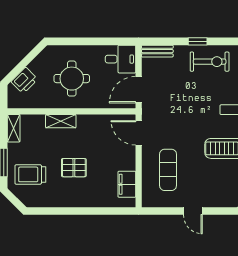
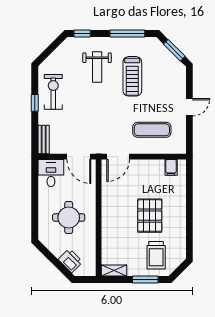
shelving: (61, 121) -> (108, 227), removed
pallet: (74, 168) -> (150, 216), width x1.50, depth x1.42
filing cabinet: (127, 184) -> (171, 167), width x0.50

